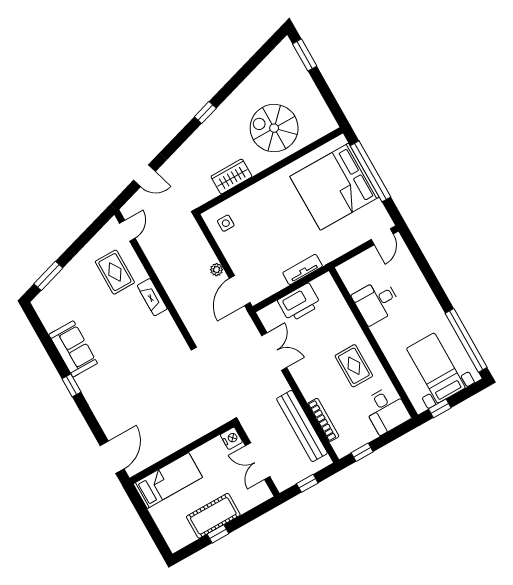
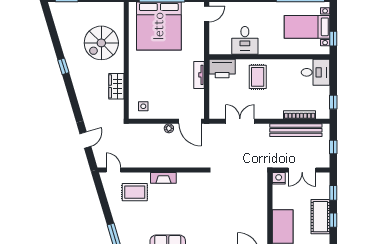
window: (205, 113) -> (63, 66), moved
door: (382, 237) -> (207, 14), hinge flipped
printer: (299, 303) -> (222, 69), moved, turned 90
rug: (354, 366) -> (258, 77), moved, turned 90
window: (251, 515) -> (333, 193), added

